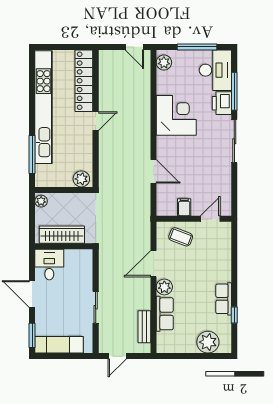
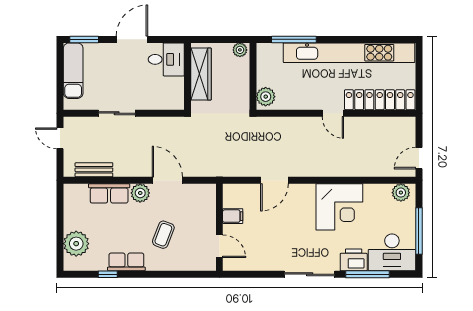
coffee table: (181, 237) -> (163, 235), moved

